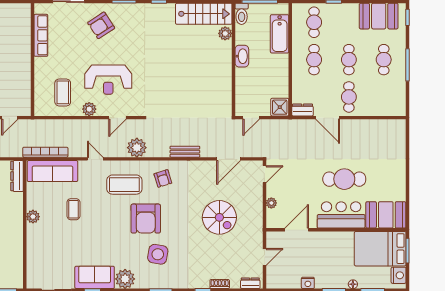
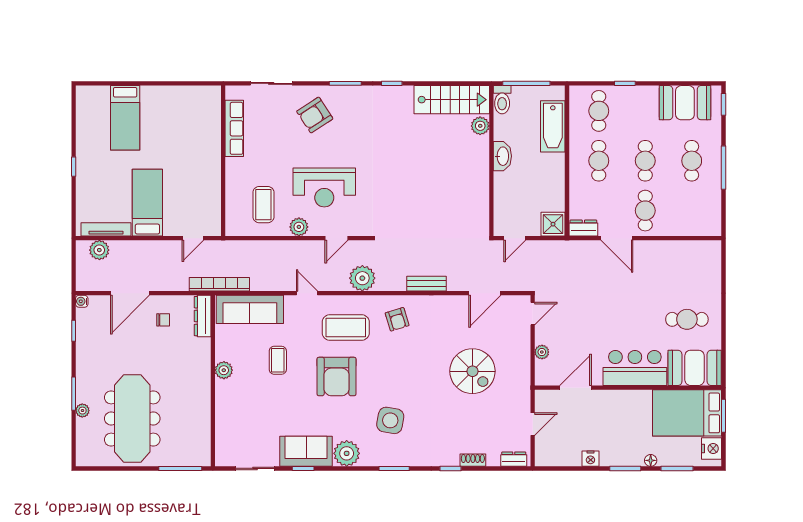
bookcase: (45, 152) -> (219, 284), moved
cafe table: (344, 179) -> (687, 319), moved, width x0.73, depth x0.74
armchair: (146, 219) -> (337, 376), moved

